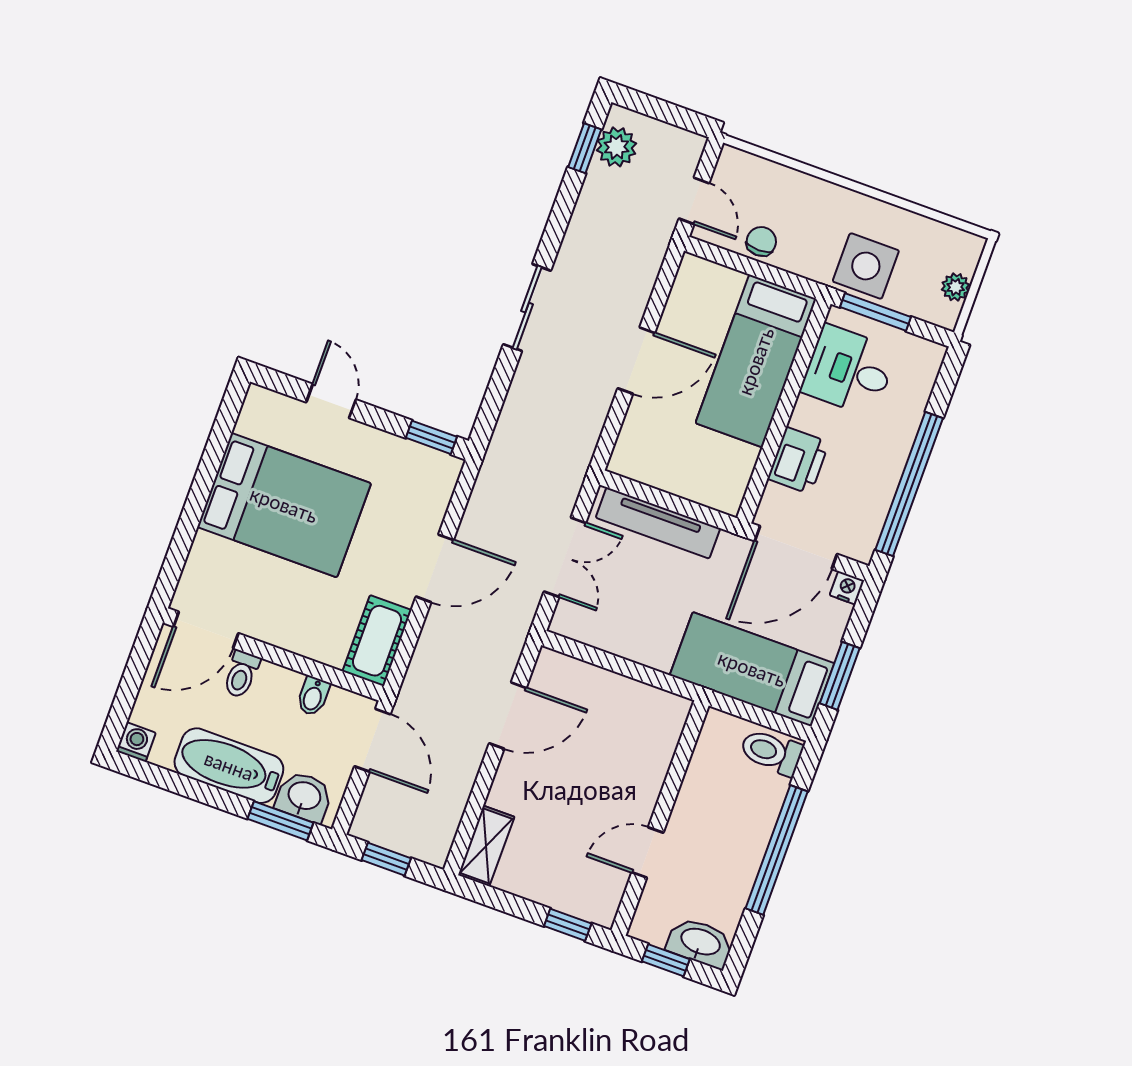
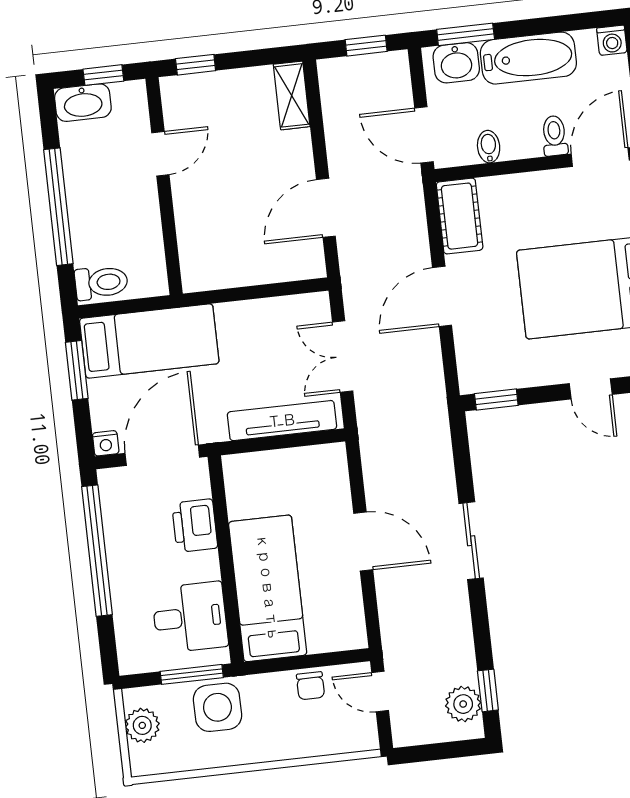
plant: (956, 287) -> (142, 725), width x1.38, depth x1.38
door: (636, 361) -> (363, 541), swing flipped

